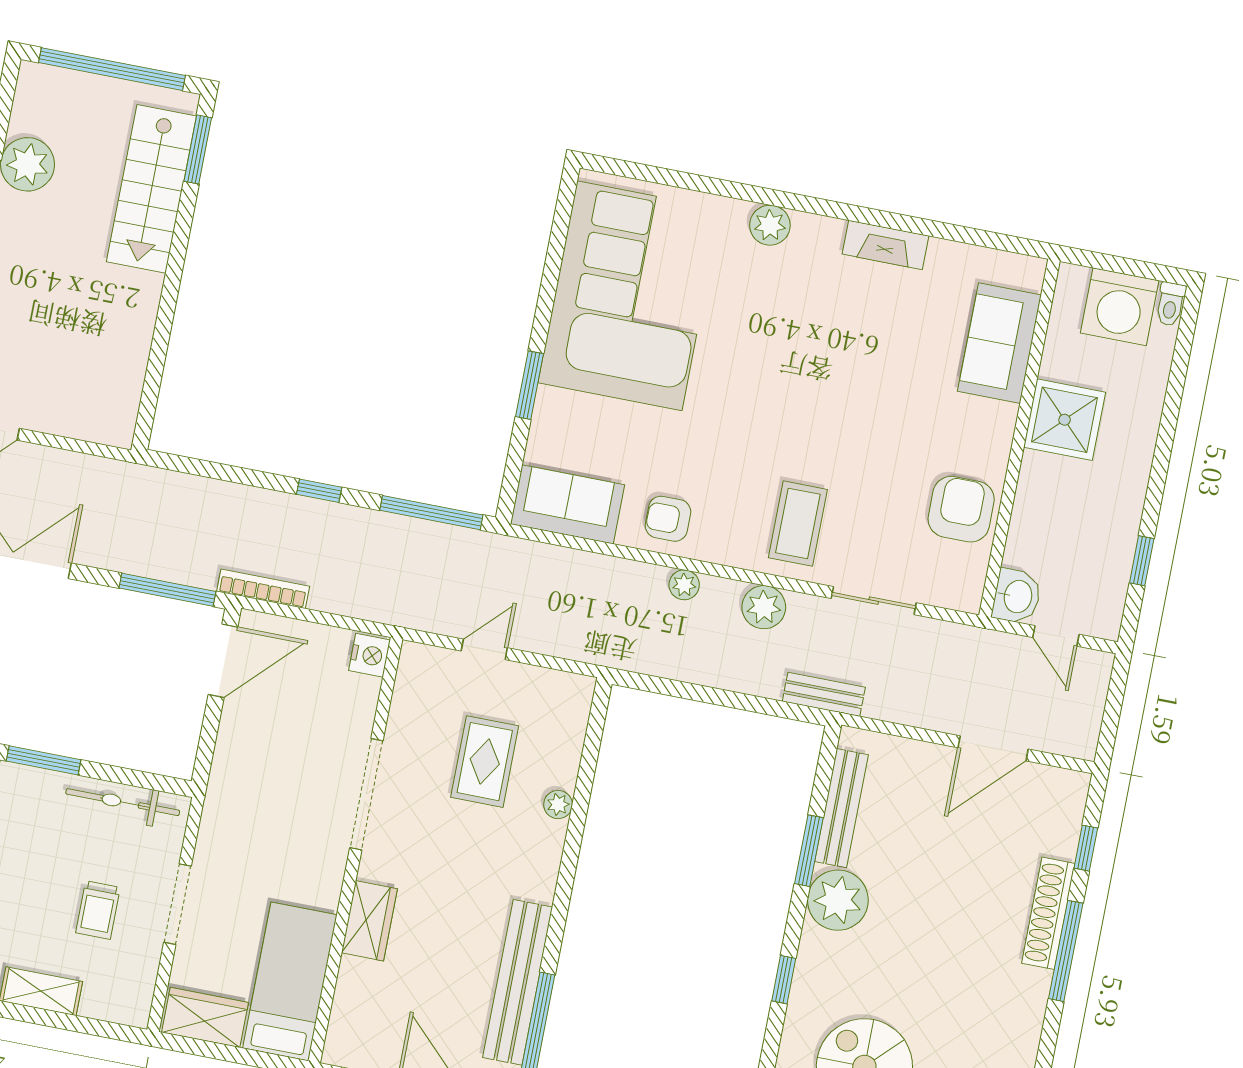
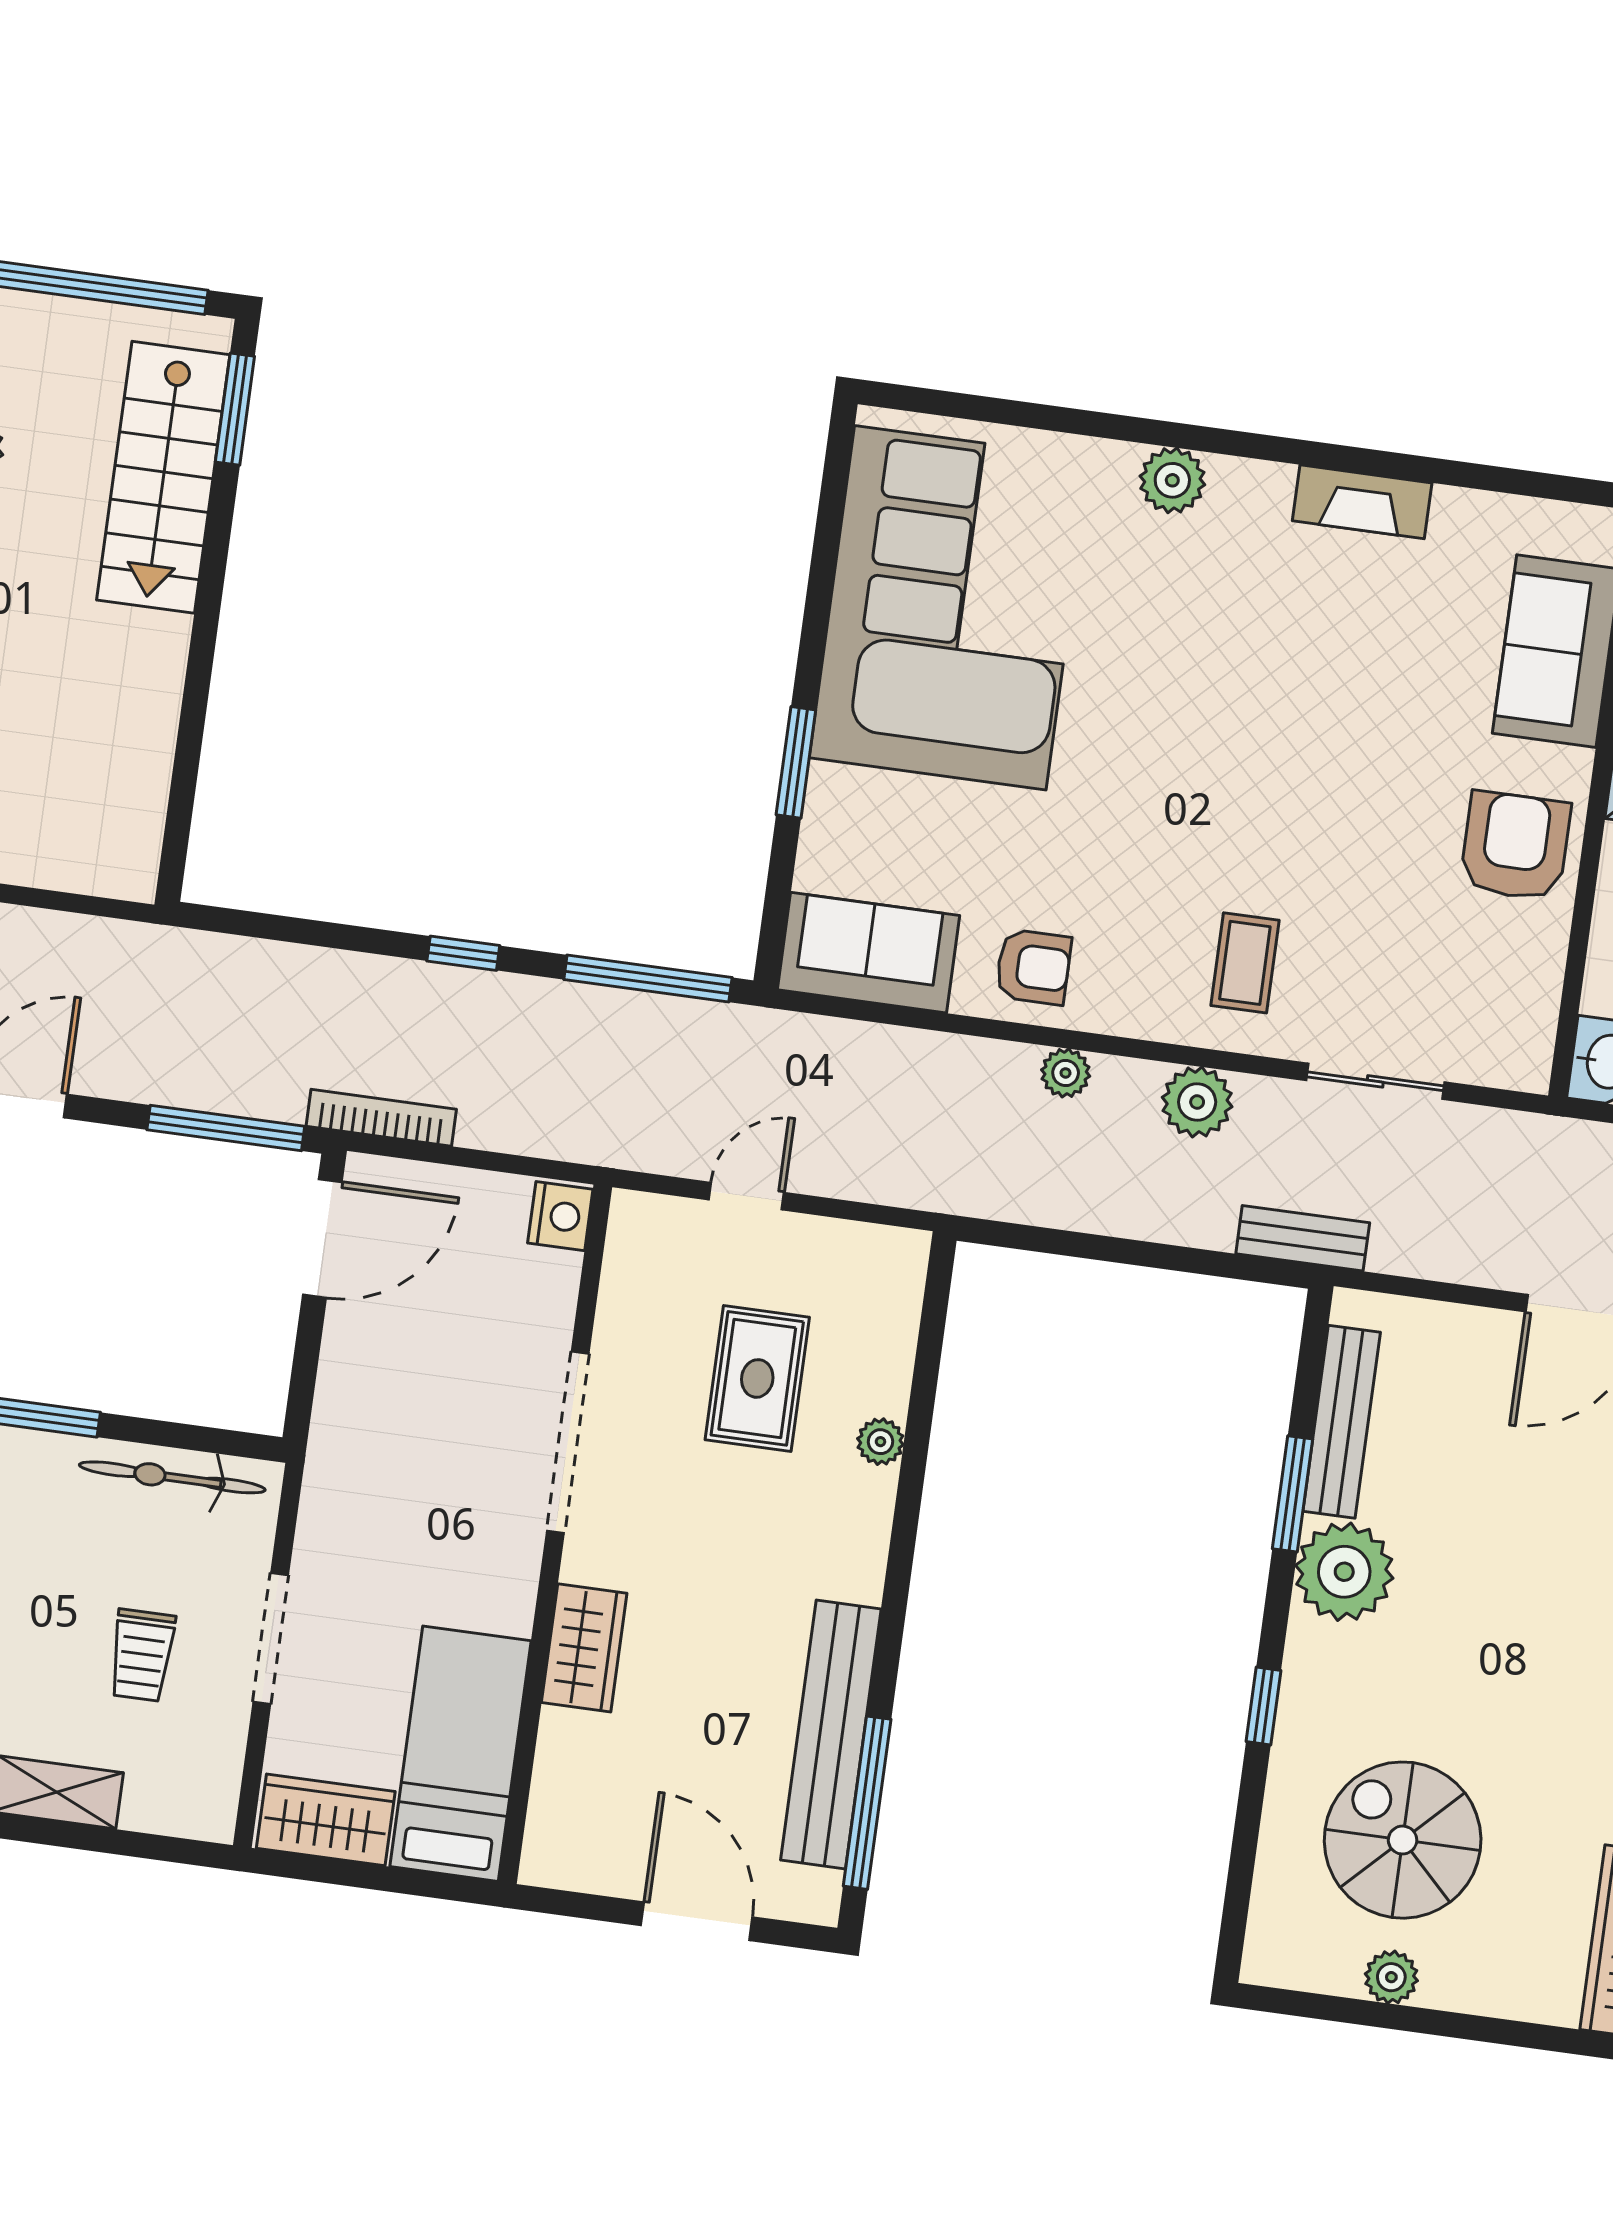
armchair: (961, 509) -> (1515, 846), moved
armchair: (668, 519) -> (1033, 967), turned 180
coffee table: (798, 524) -> (1245, 963), width x0.73, depth x0.77

